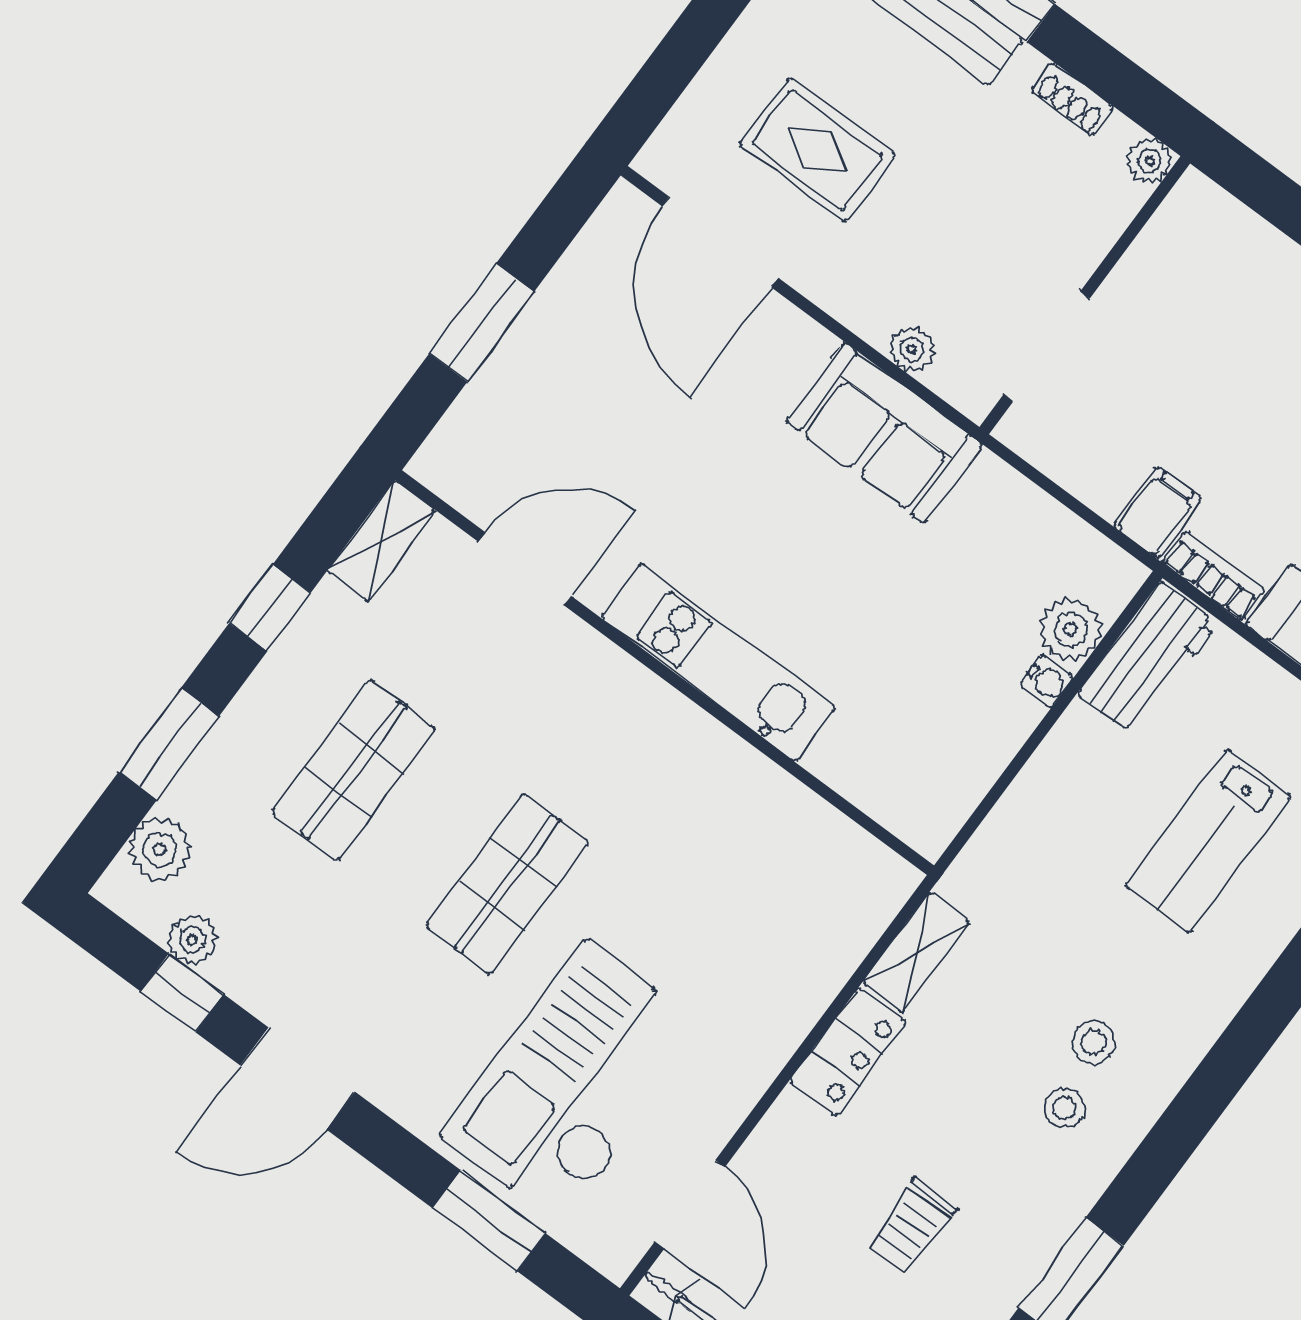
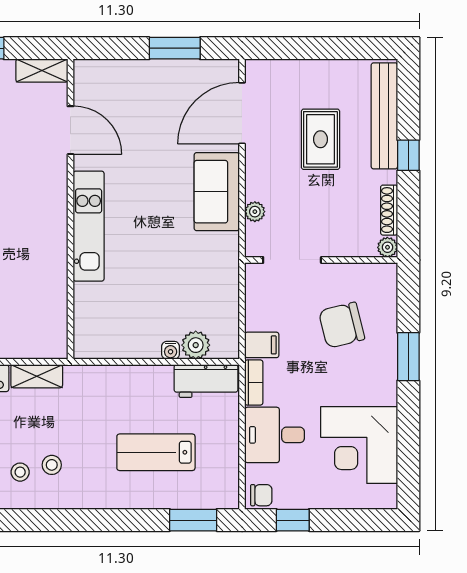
shoe rack: (1072, 99) -> (389, 210), width x1.43
rug: (817, 150) -> (321, 139), moved
window: (482, 323) -> (175, 48), moved
chair: (1227, 345) -> (342, 325), added
sofa: (884, 433) -> (217, 192), moved

